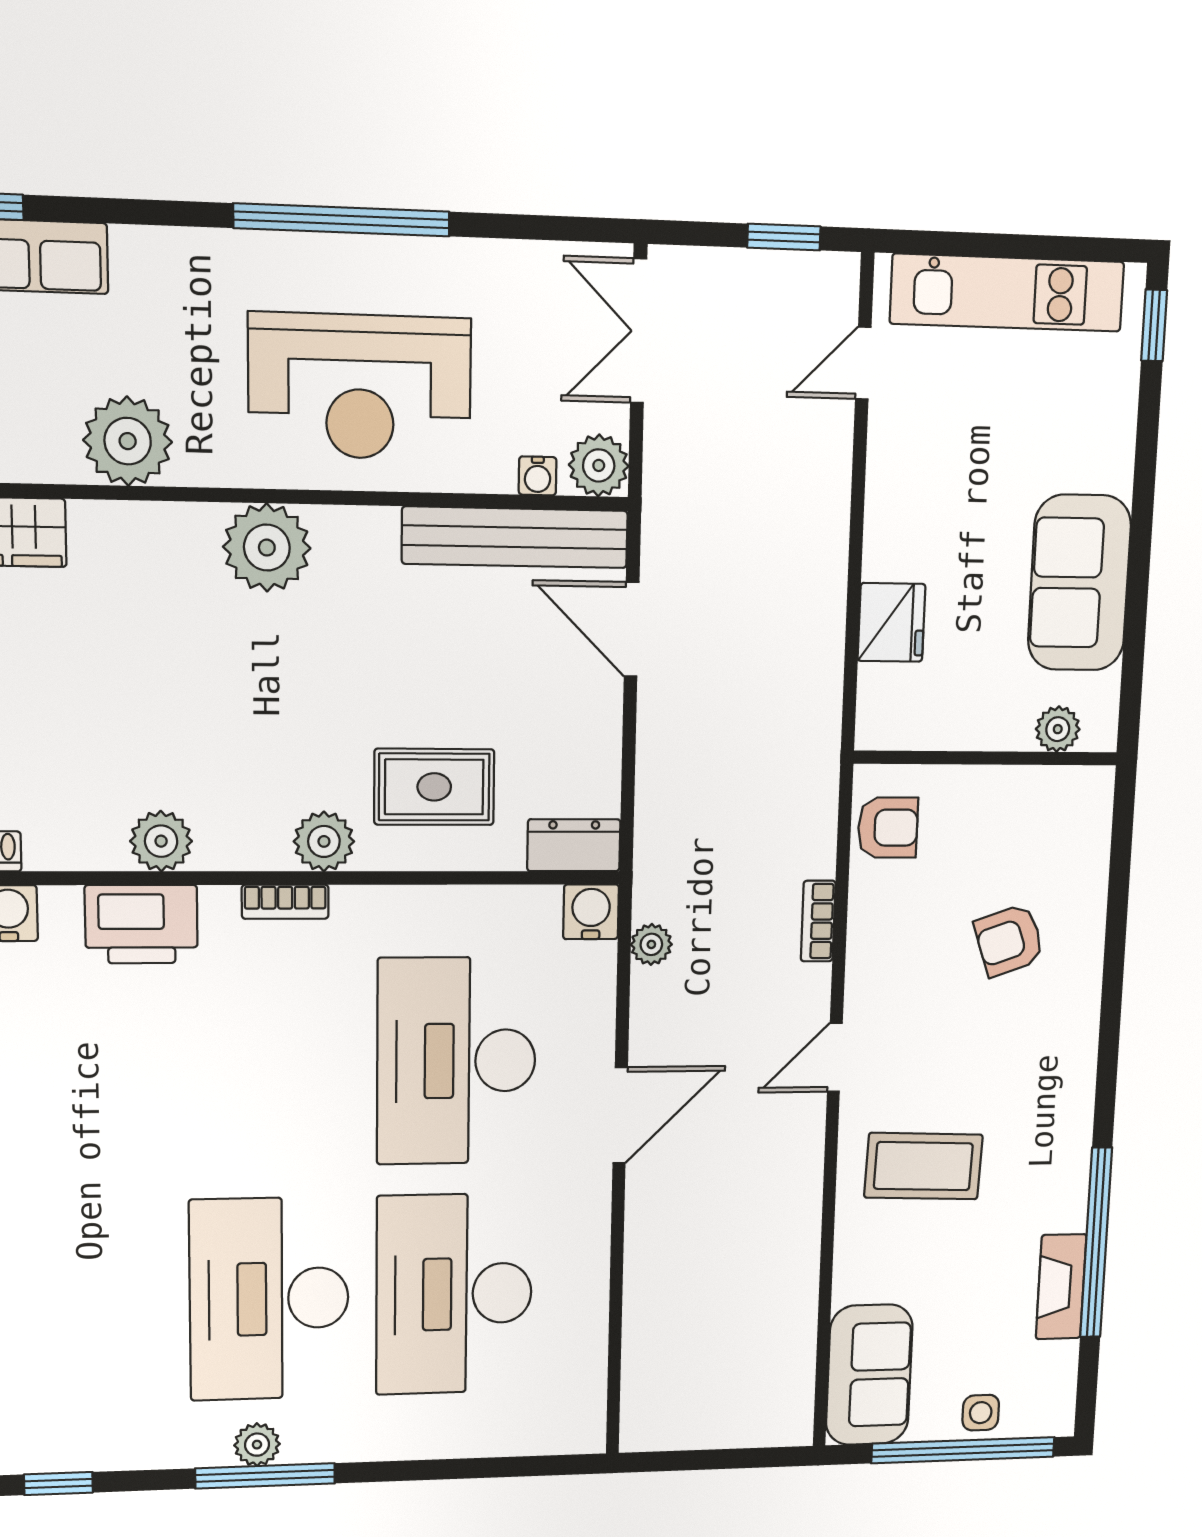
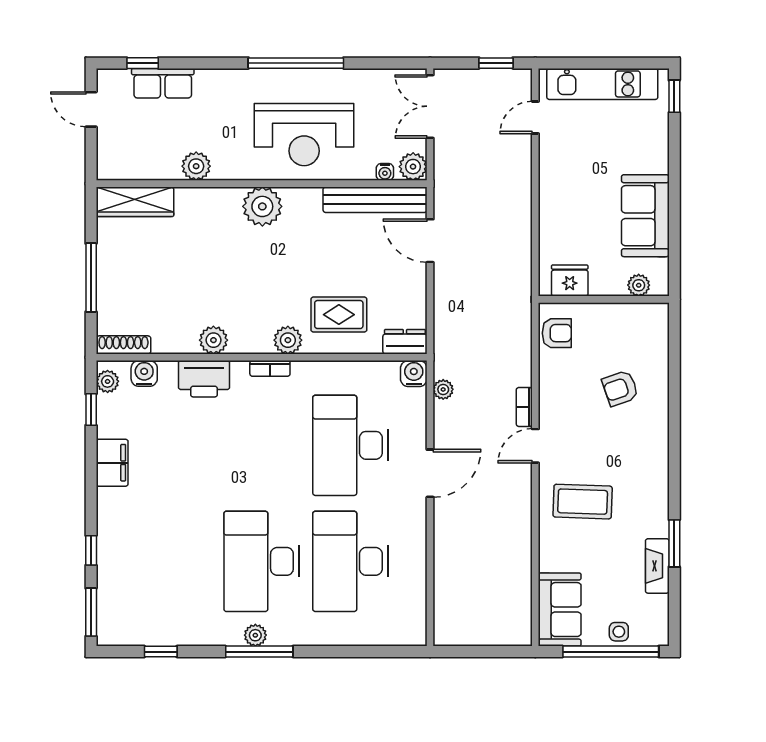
plant: (128, 441) -> (196, 166), width x0.73, depth x0.73
fridge: (891, 622) -> (570, 281), moved, turned -90
bookcase: (818, 921) -> (524, 407), moved
window: (1096, 1243) -> (674, 543), width x0.47

